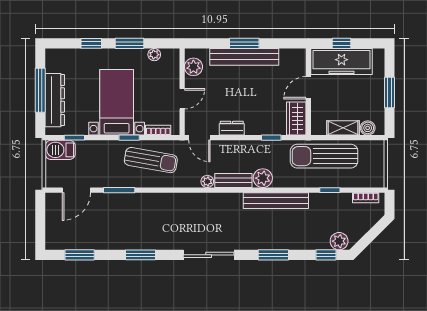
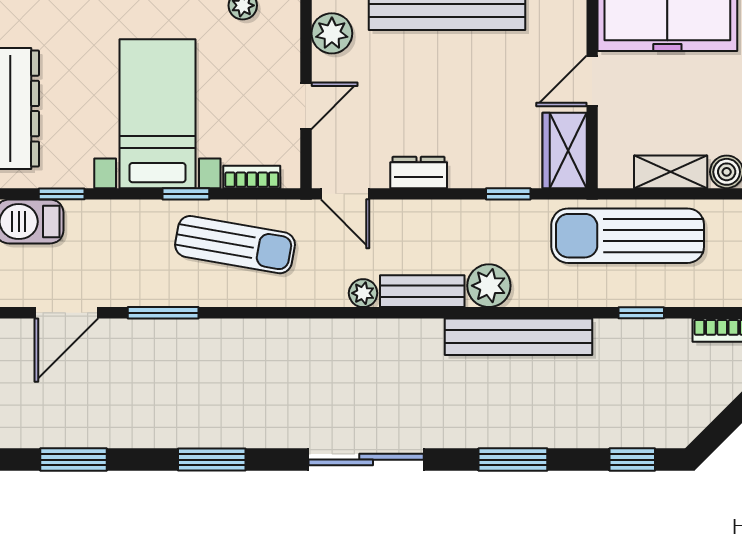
plant: (339, 241) -> (662, 428), removed

